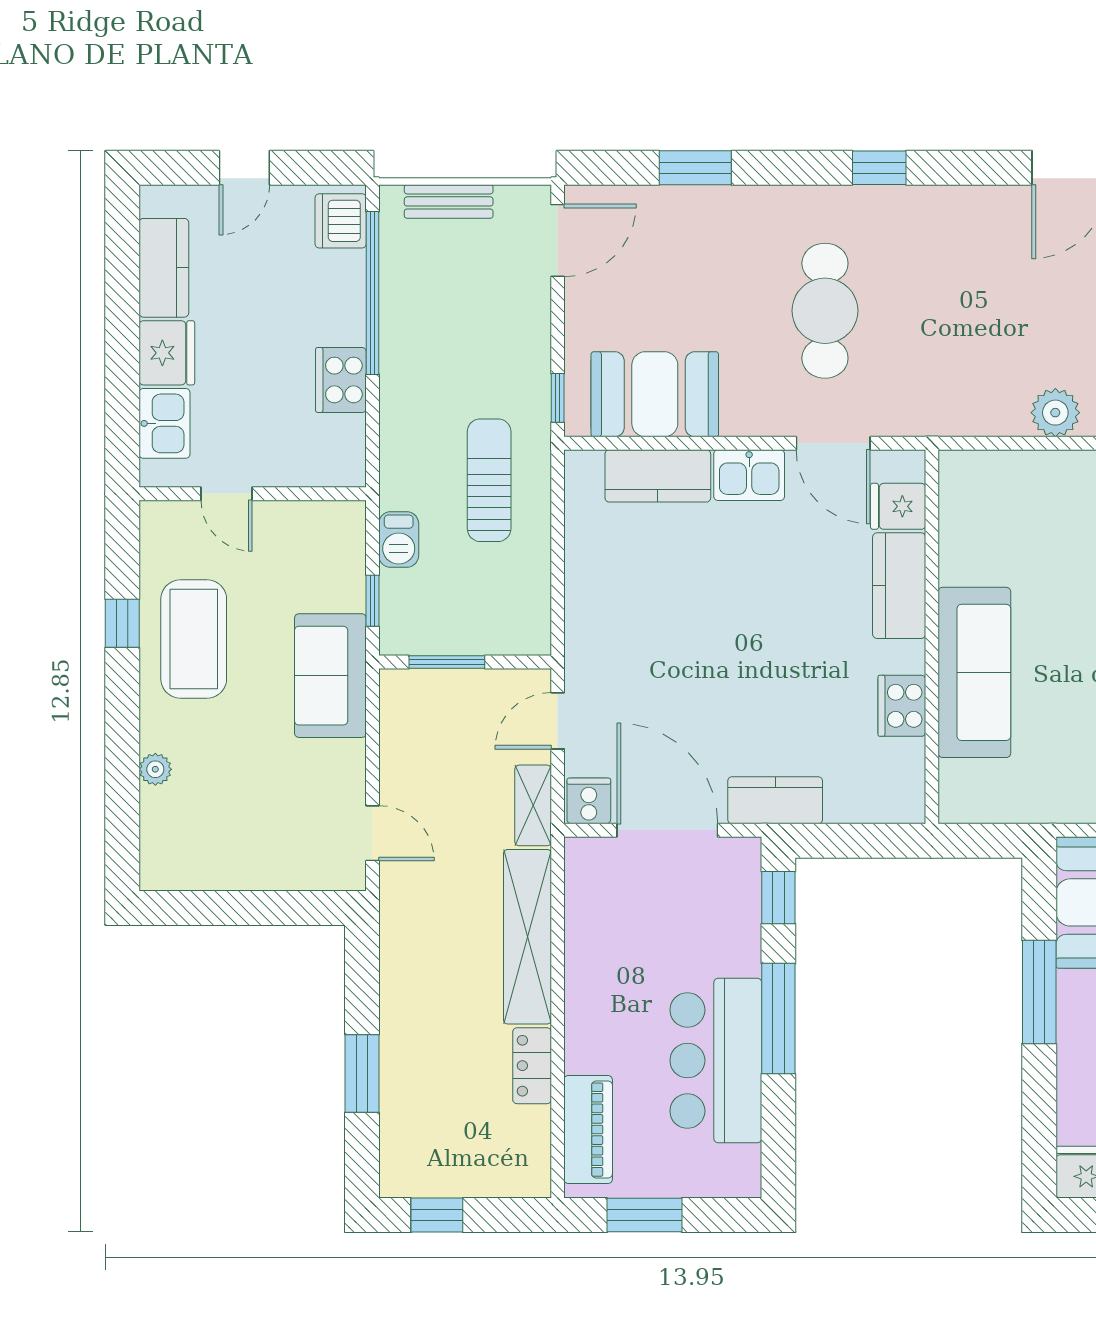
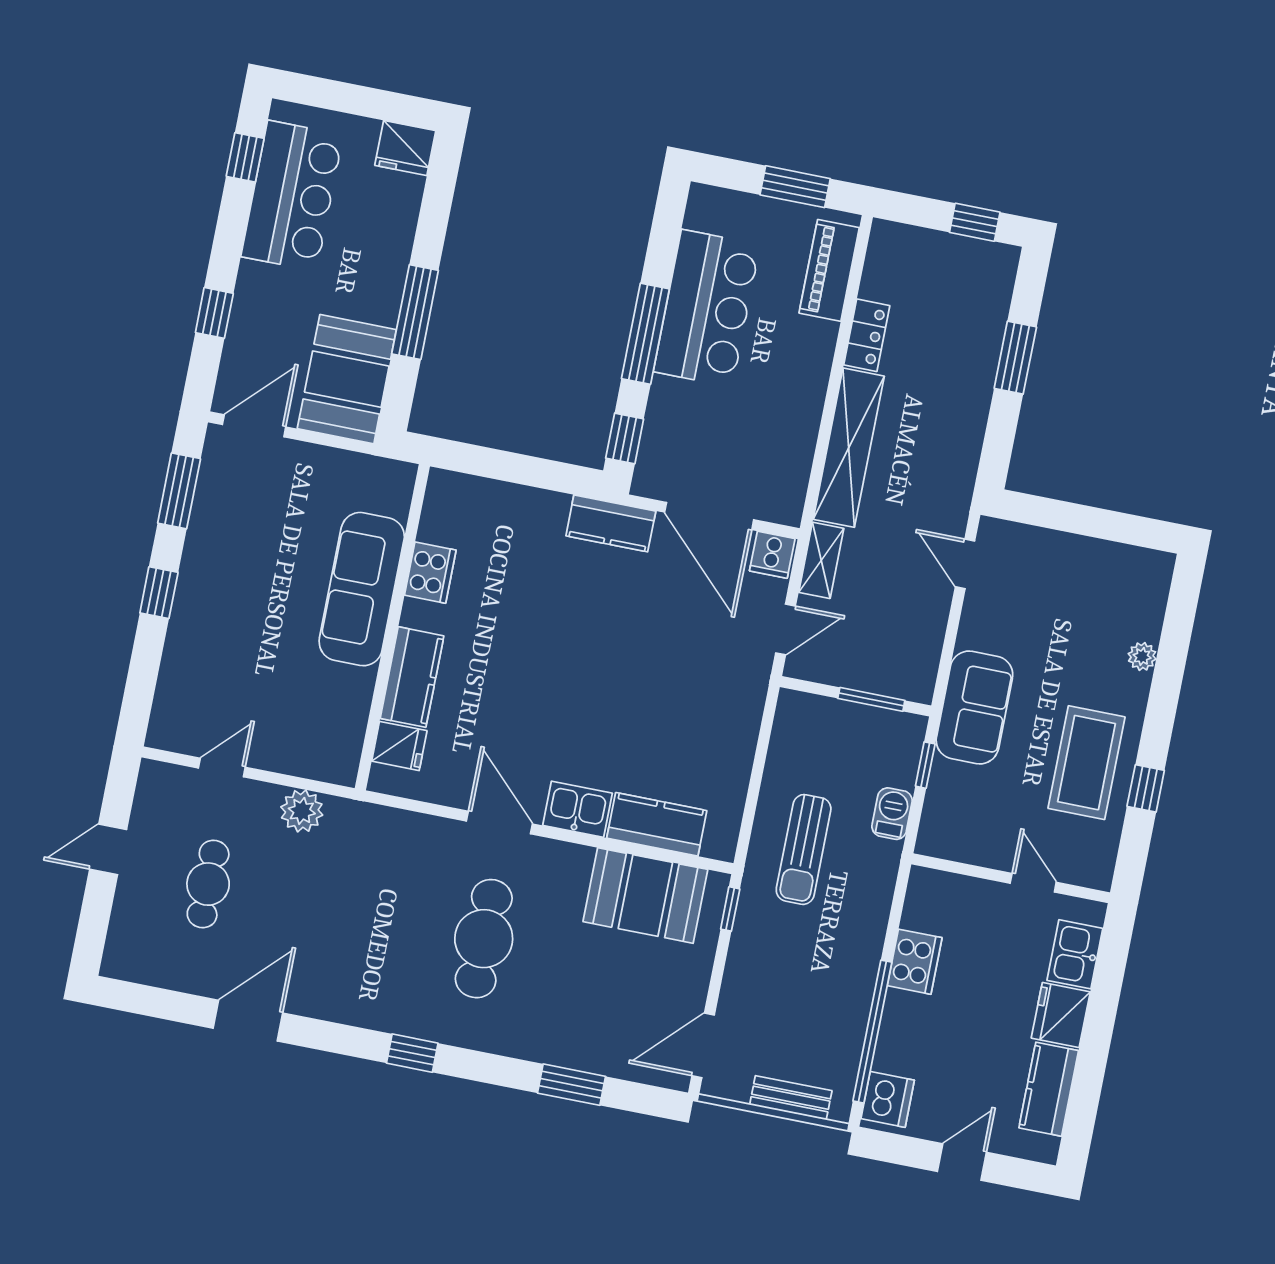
fridge: (898, 506) -> (399, 746), moved
kitchen counter: (899, 586) -> (412, 677), moved
wall: (932, 637) -> (392, 627), moved
sofa: (974, 672) -> (362, 589), moved
cooker: (902, 706) -> (430, 573), moved

